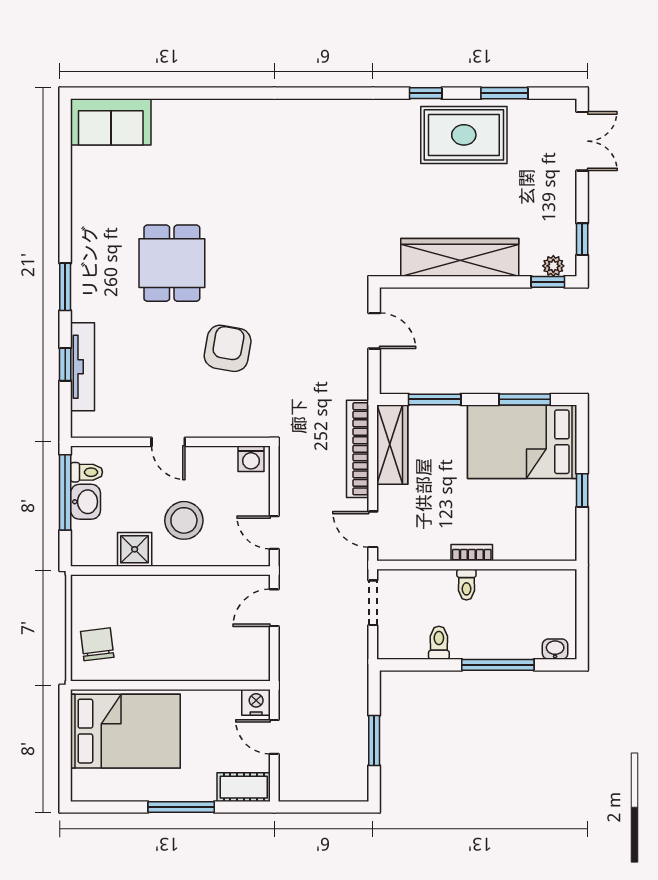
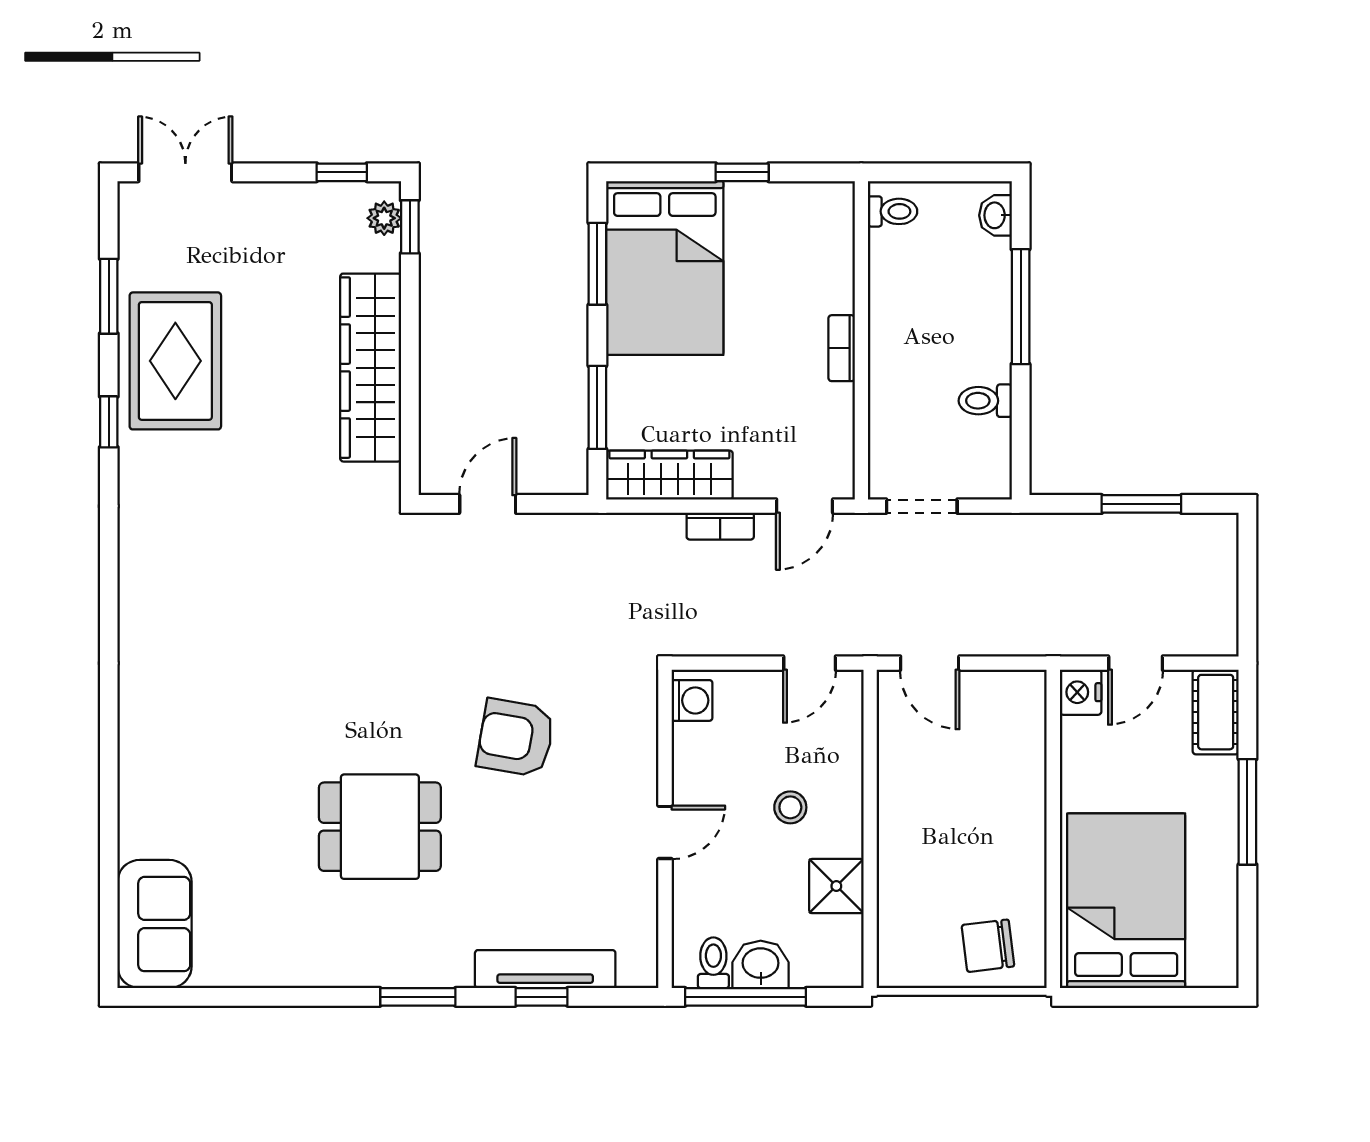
bookcase: (358, 449) -> (720, 526), width x0.43, depth x0.76
stool: (184, 520) -> (790, 807), width x0.53, depth x0.53
toilet: (466, 585) -> (893, 211), moved

